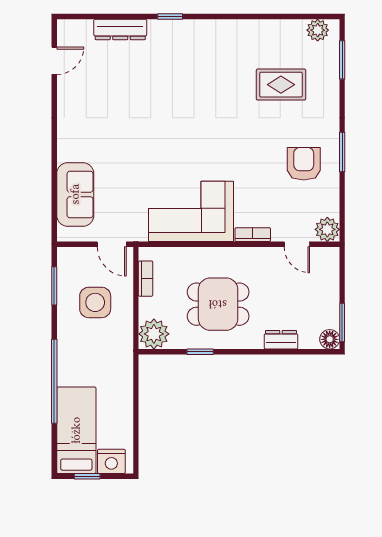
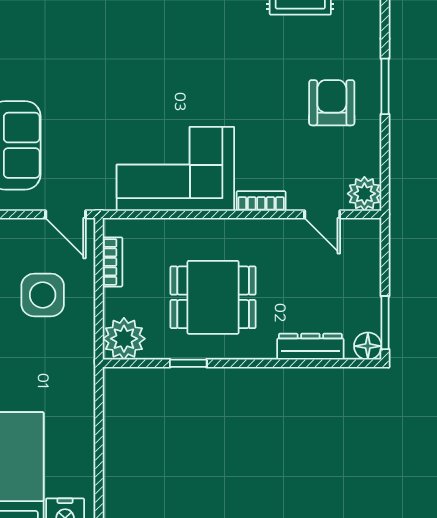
dresser: (281, 340) -> (310, 347), width x1.44

